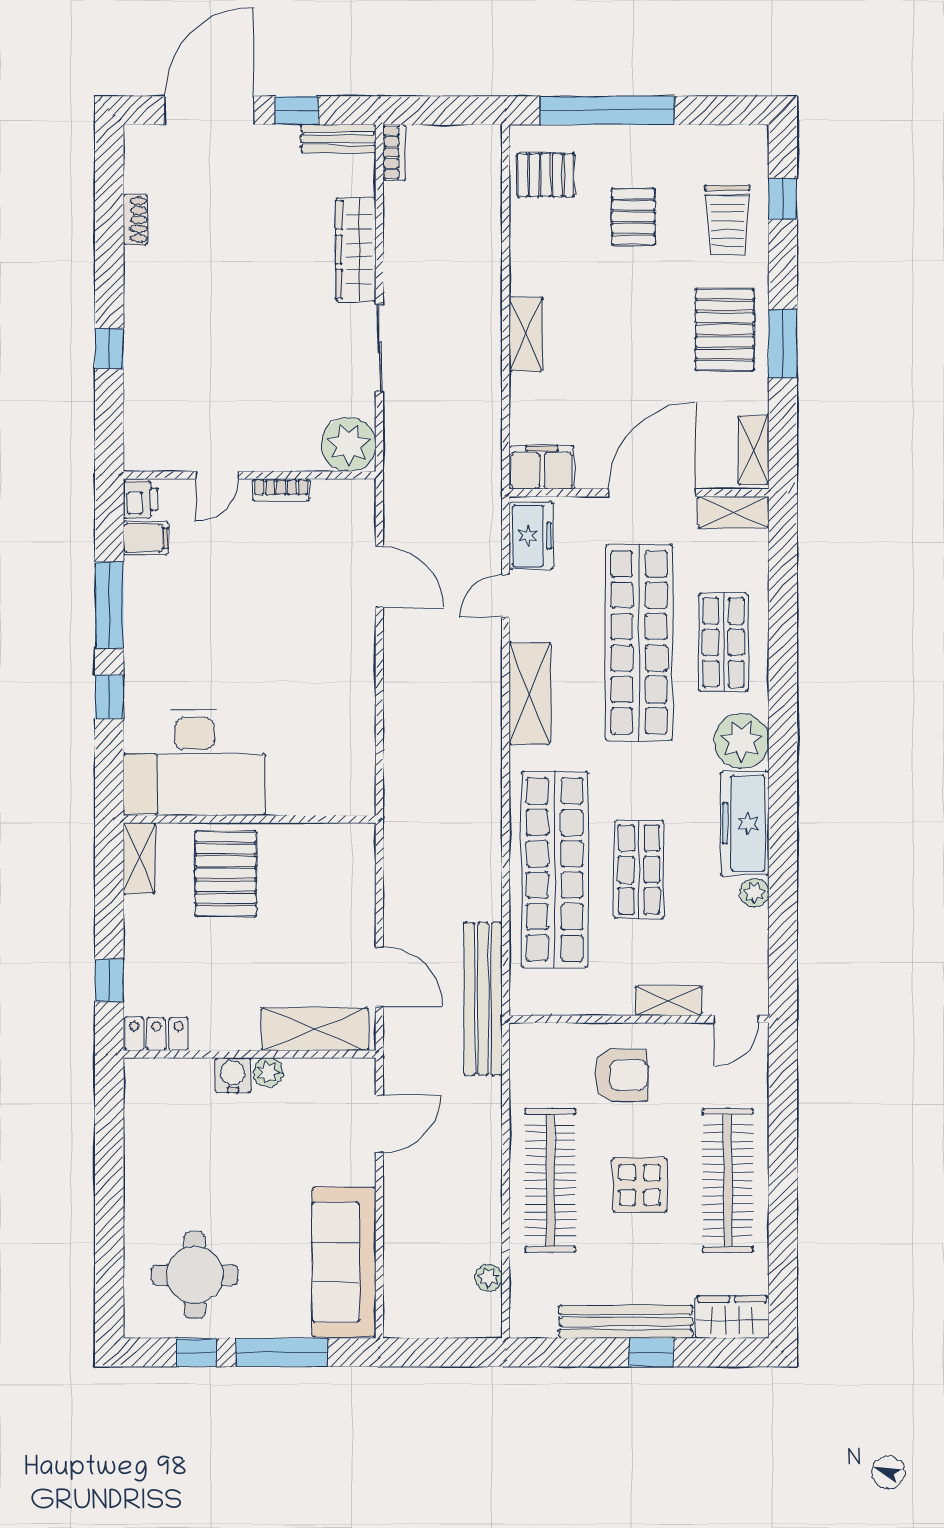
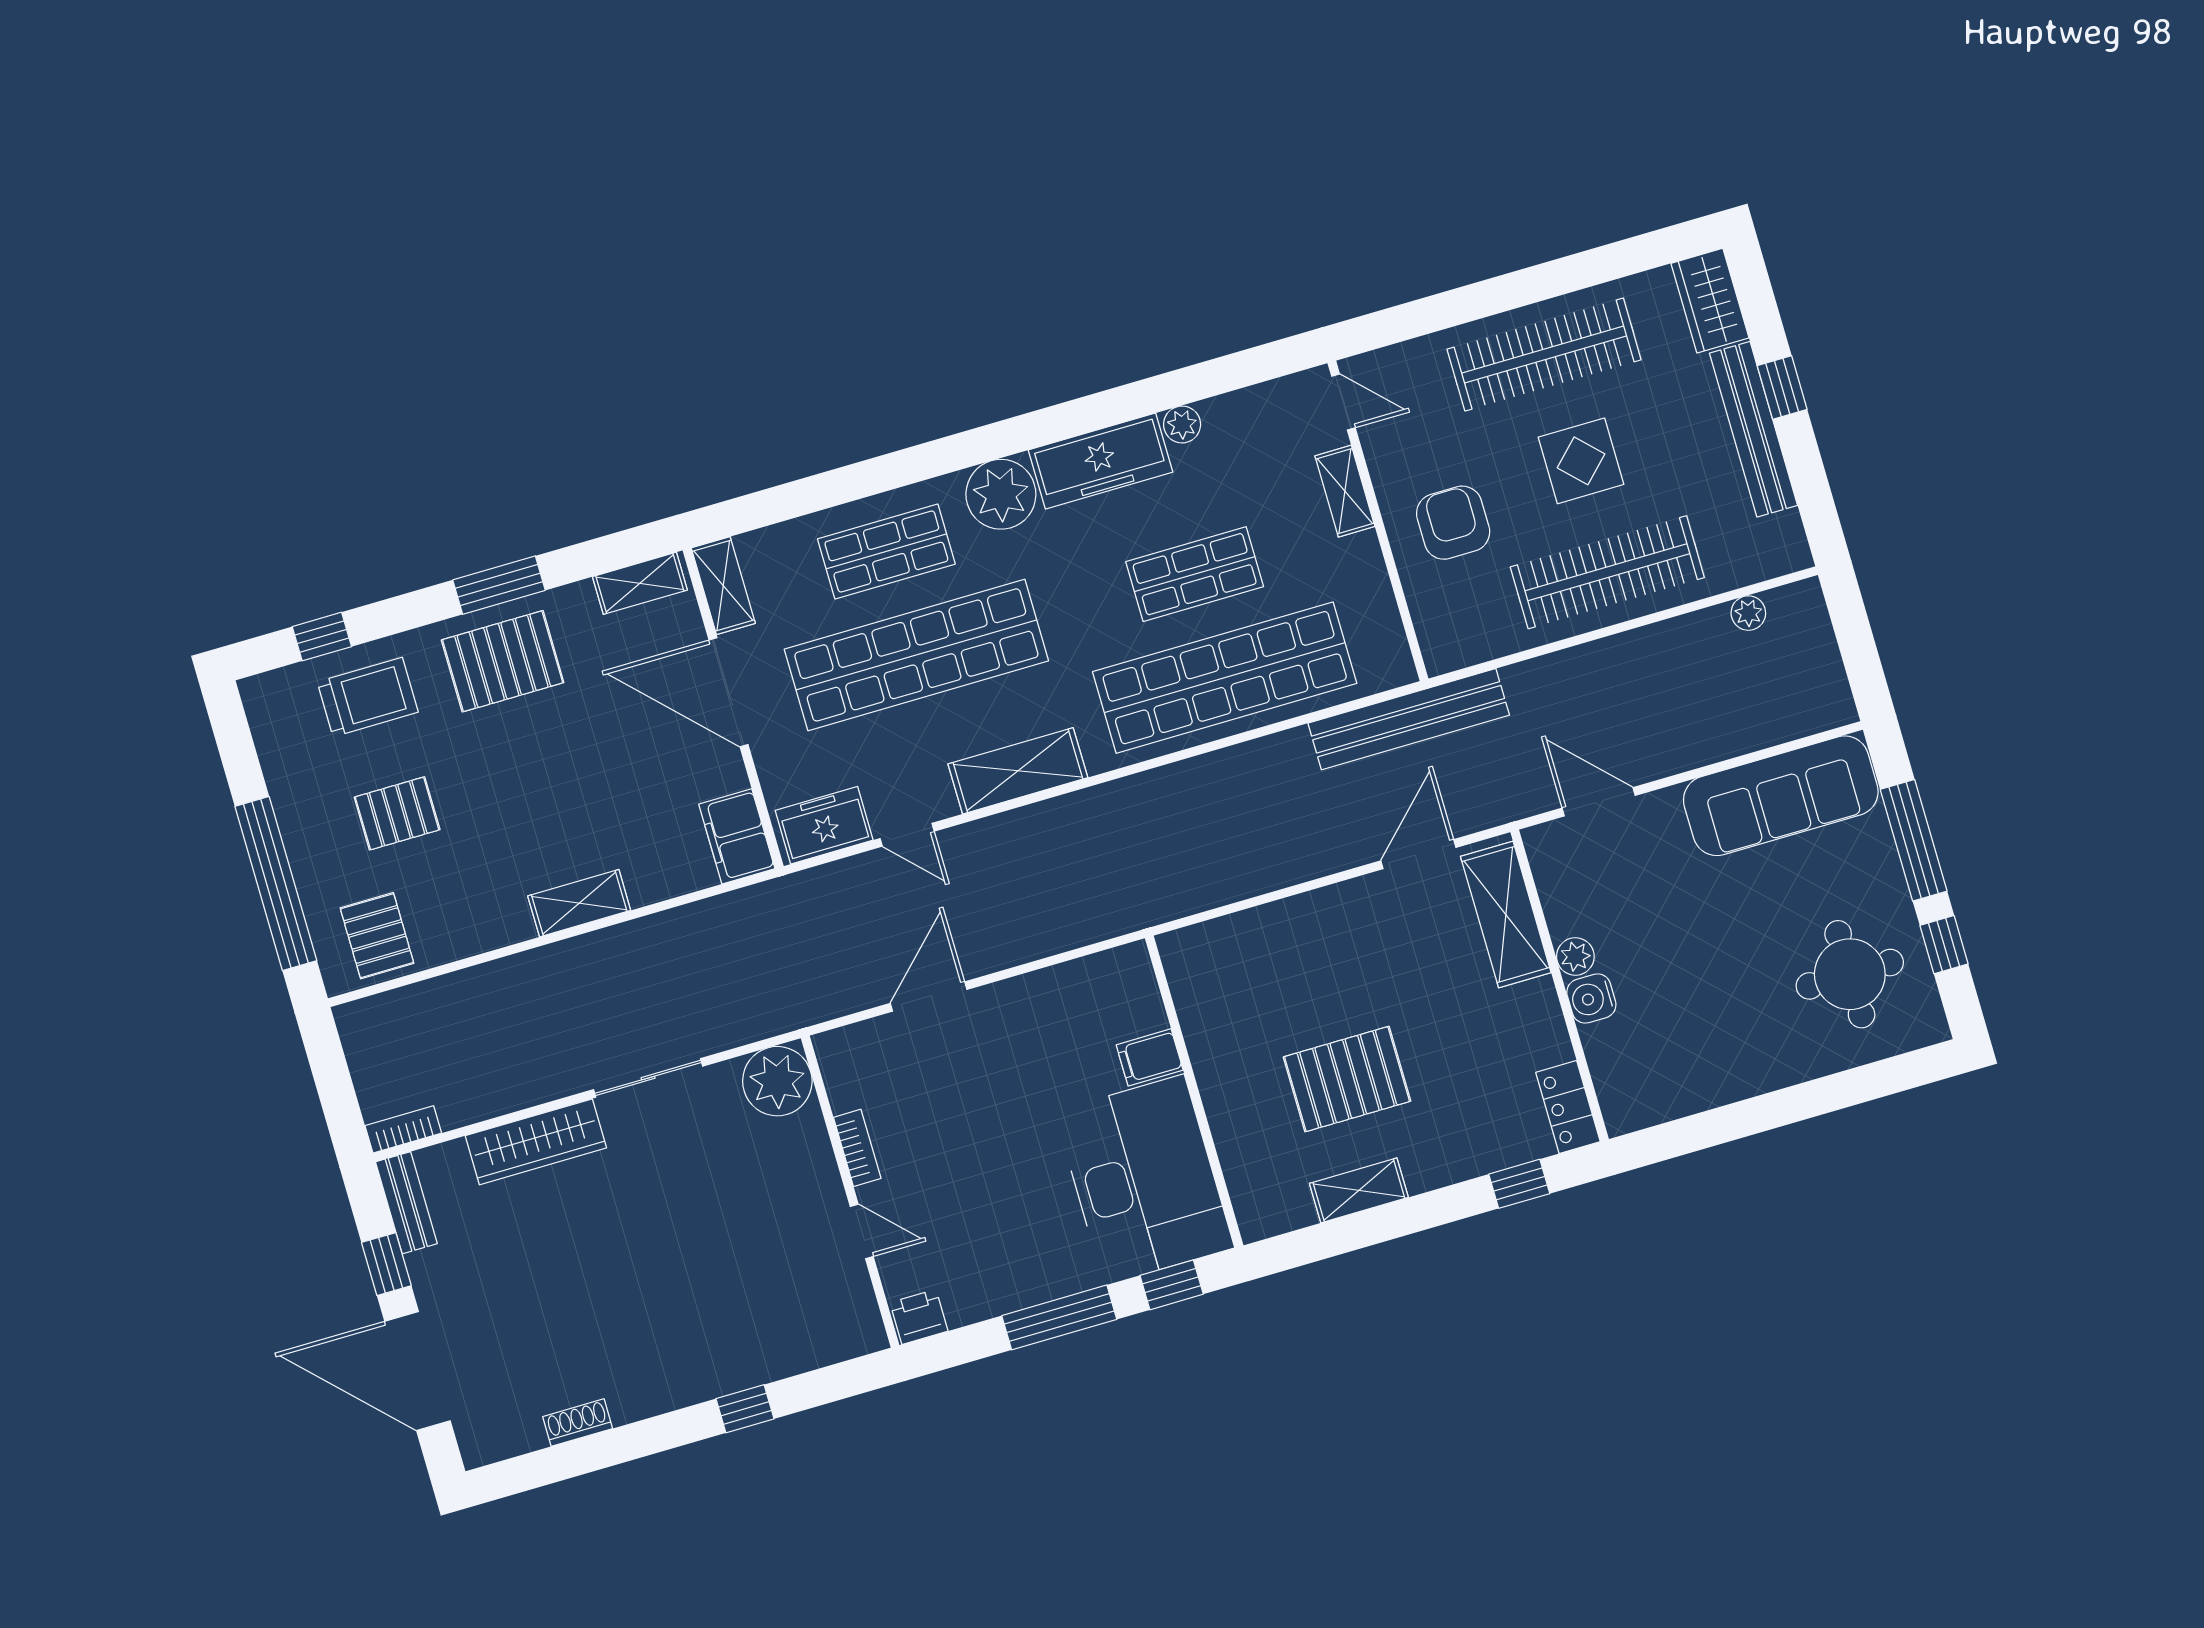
filing cabinet: (146, 538) -> (1150, 1057), moved, turned -90
desk: (194, 762) -> (1144, 1180), moved
wall: (250, 819) -> (1194, 1092), moved

